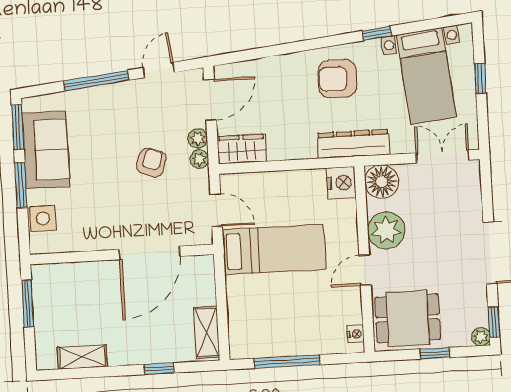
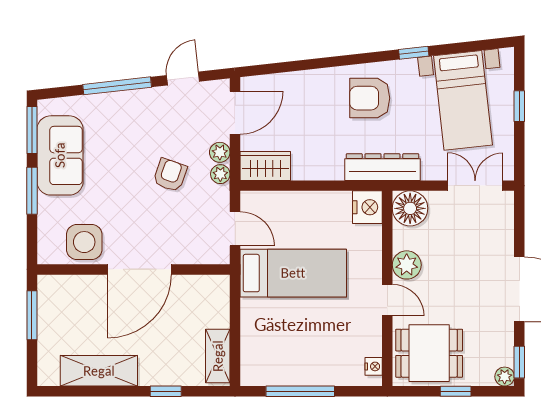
side table: (43, 218) -> (84, 242), moved, width x1.37, depth x1.37
plant: (386, 230) -> (407, 265), width x0.73, depth x0.73
door: (149, 253) -> (139, 269), moved
door: (365, 270) -> (387, 300), swing flipped
shelving: (82, 357) -> (99, 371), width x1.50, depth x1.33

